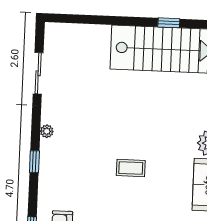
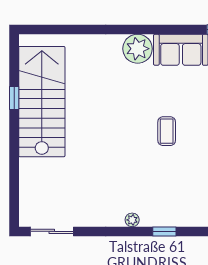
sliding door: (38, 73) -> (52, 231), moved

